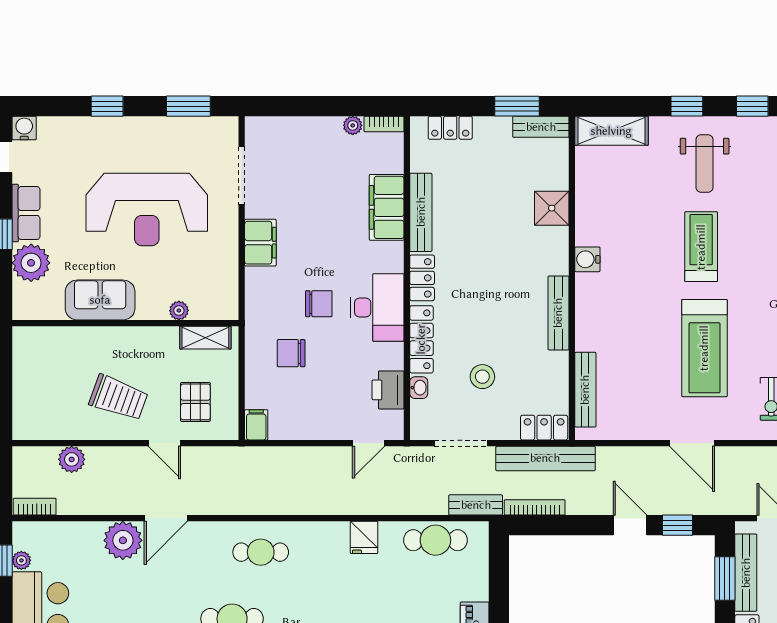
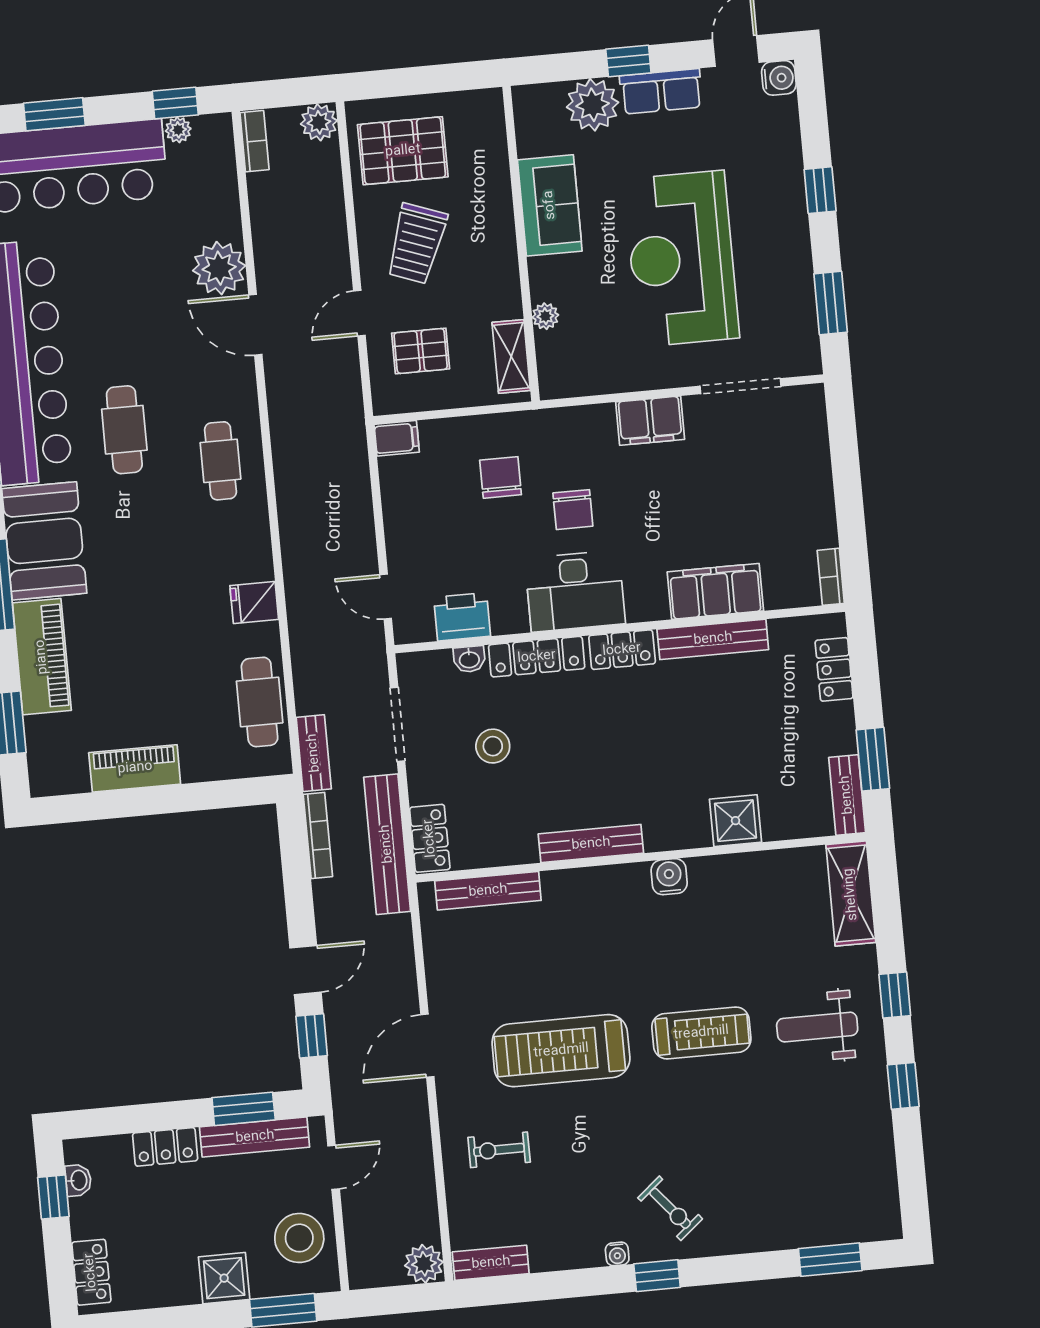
plant: (353, 125) -> (825, 534), removed
pallet: (51, 401) -> (403, 151), added
plant: (72, 459) -> (319, 122), moved

